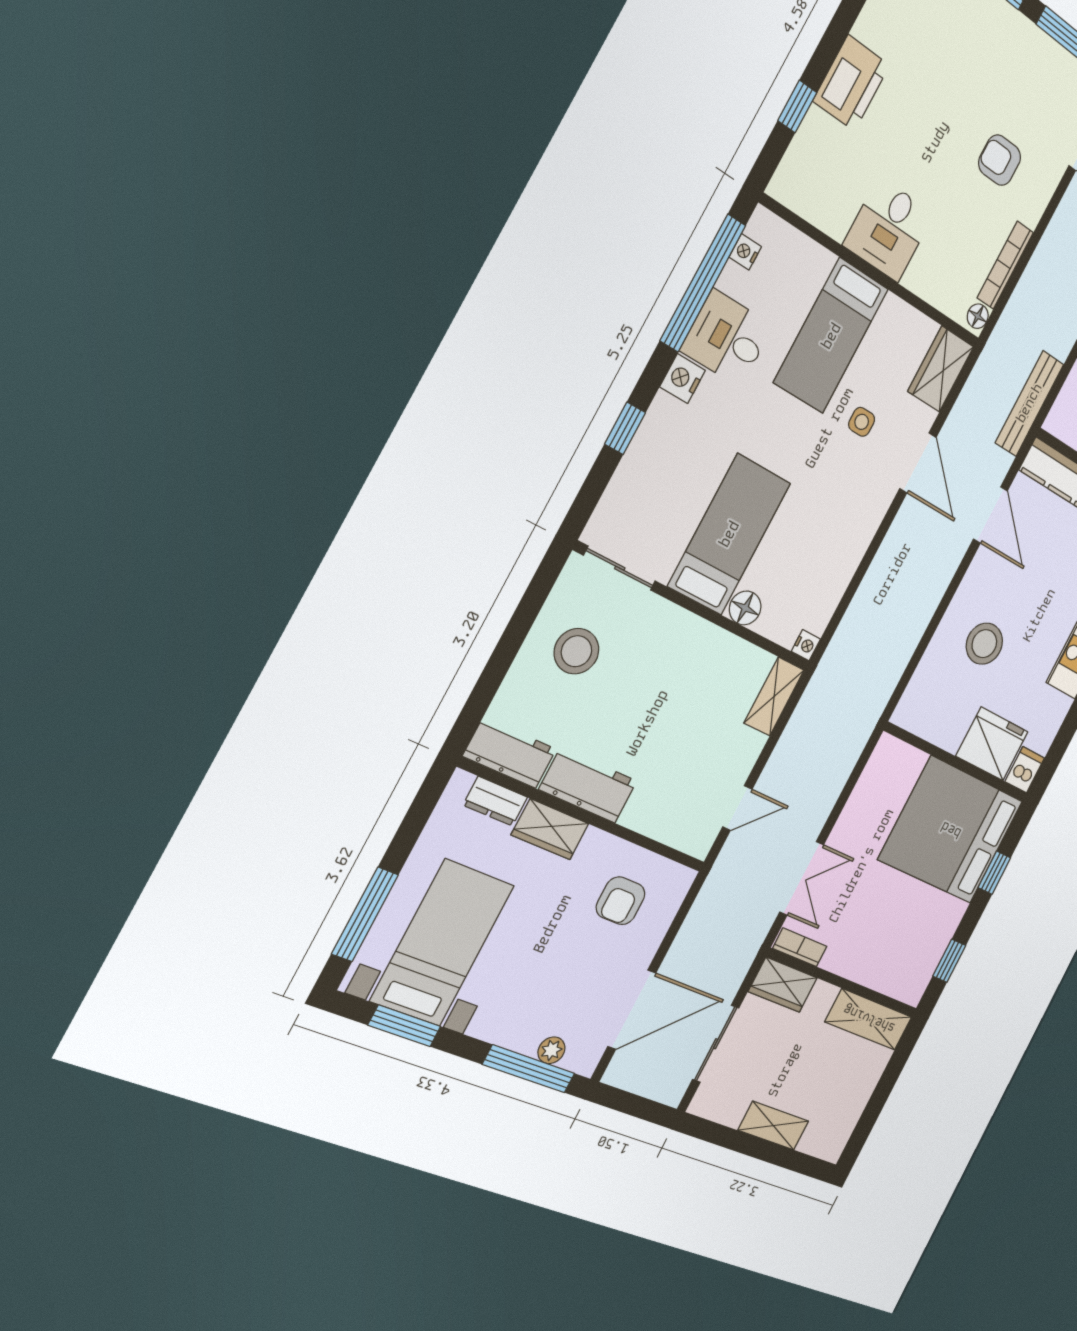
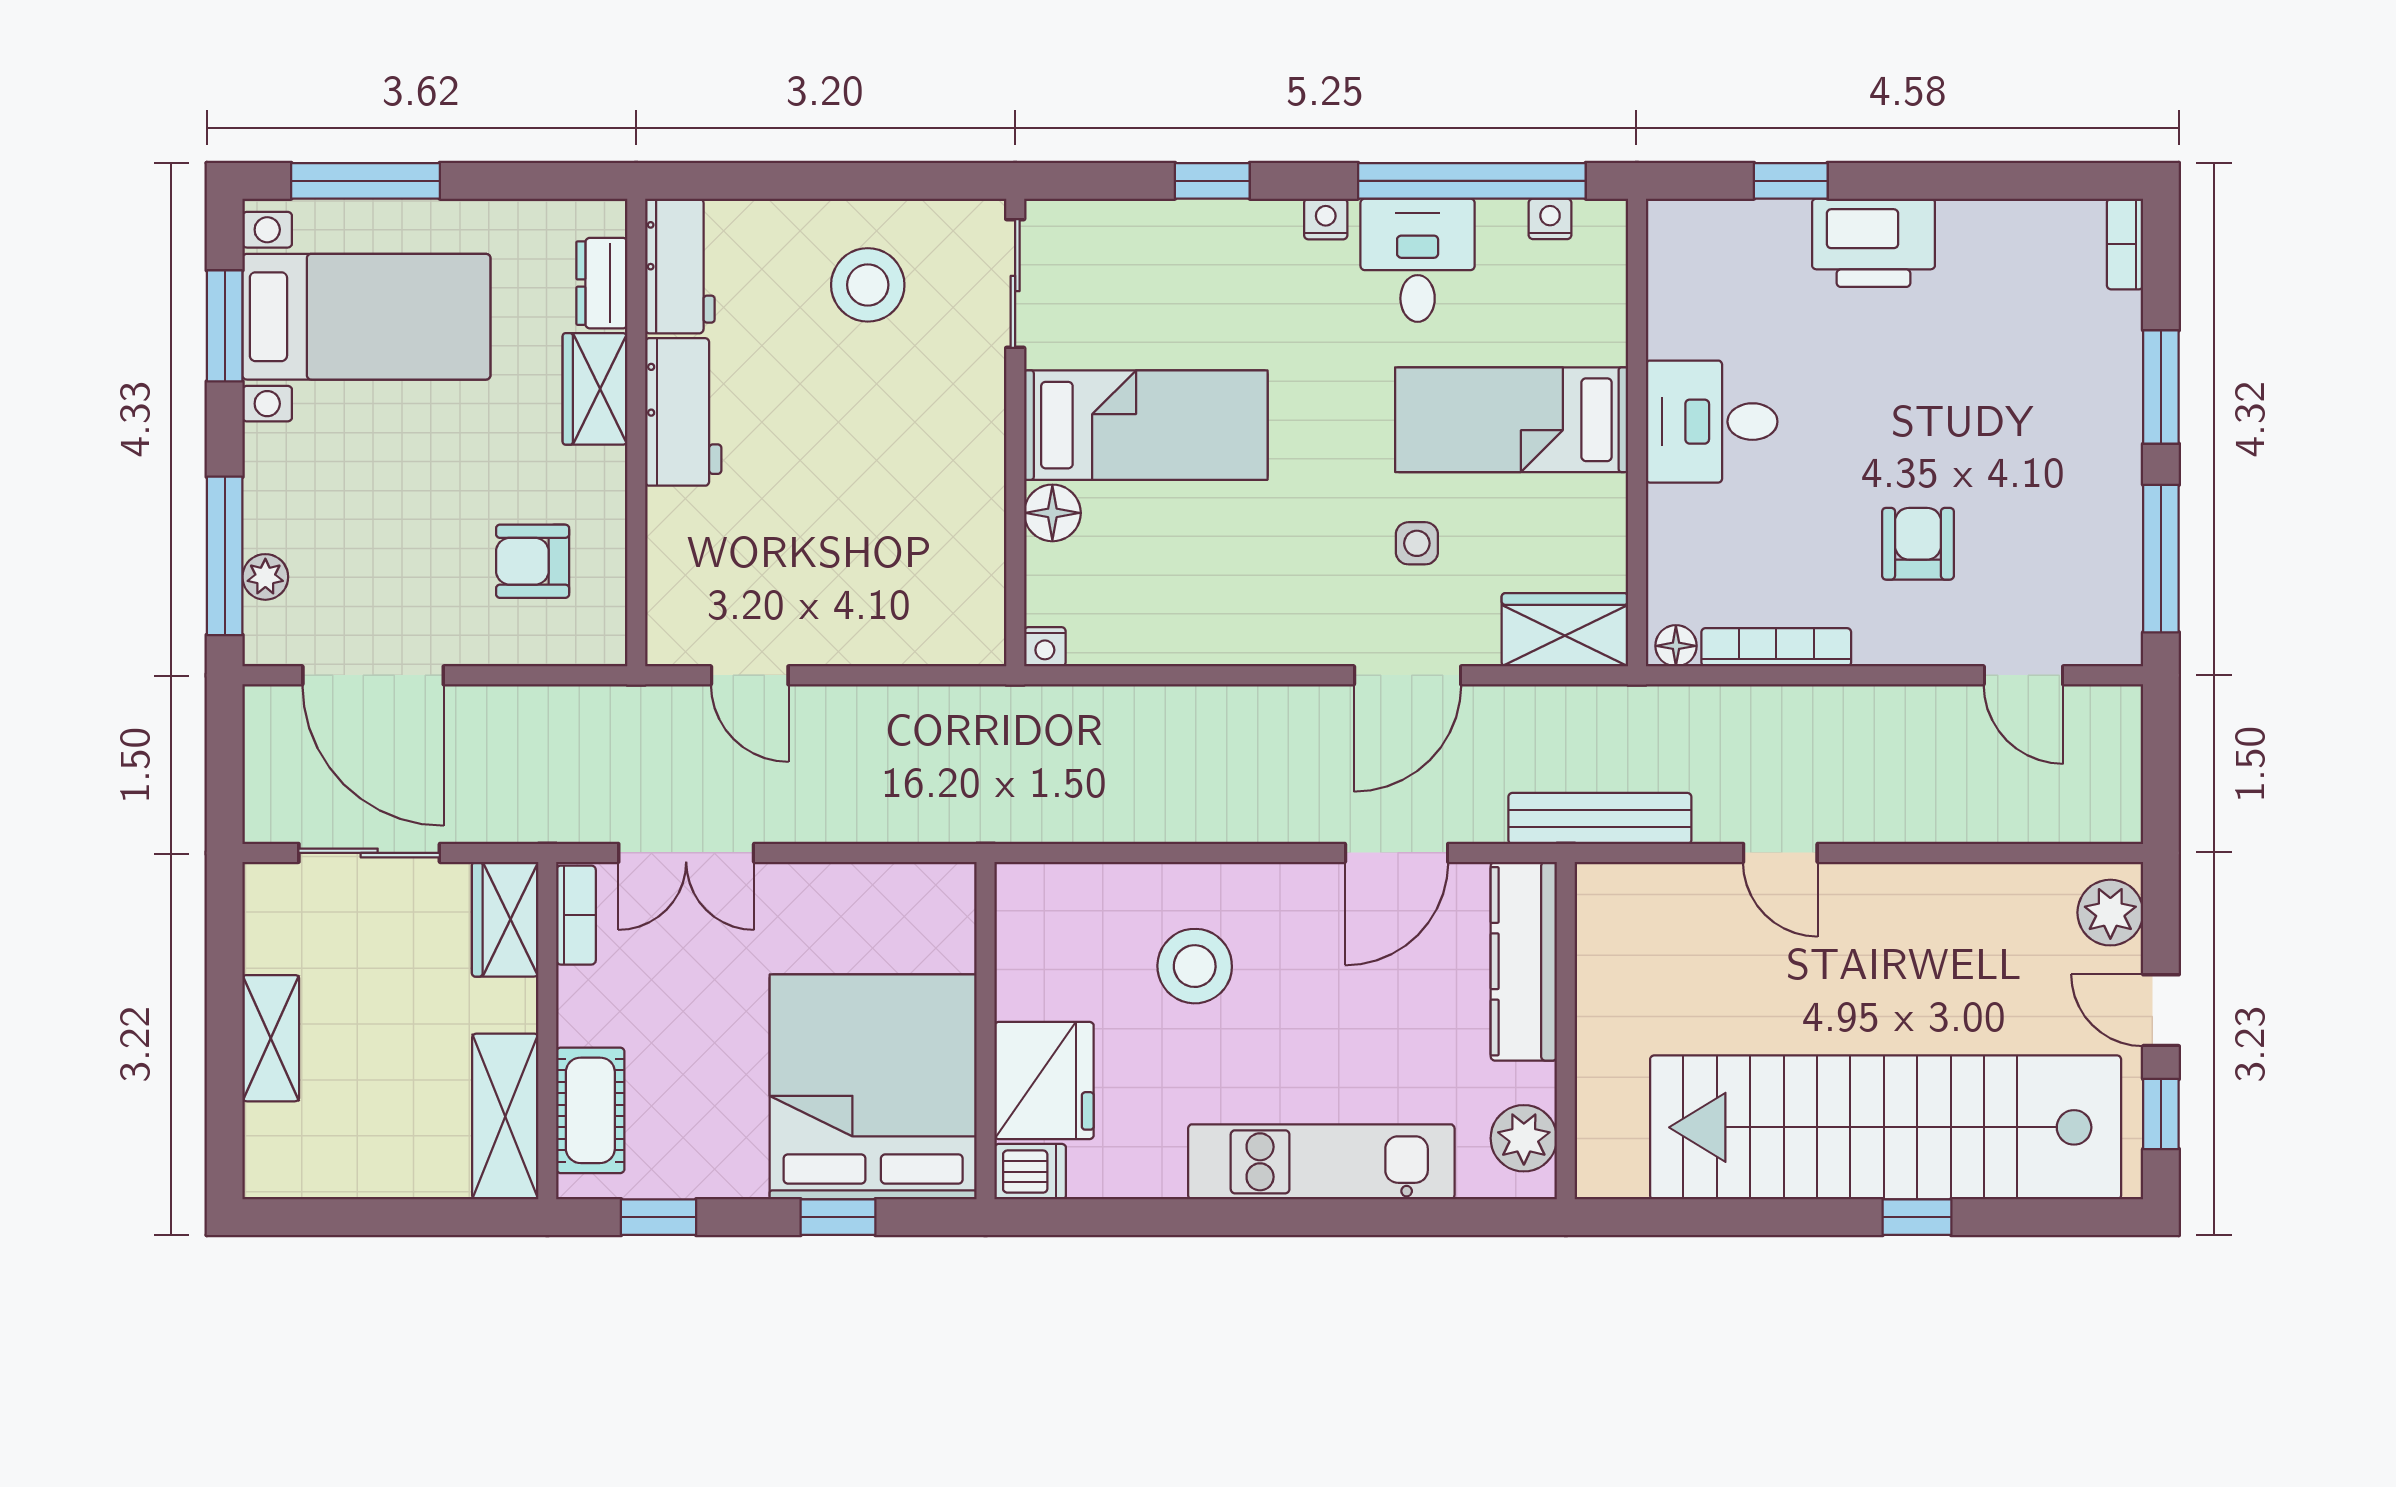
nightstand: (683, 379) -> (1326, 219), width x0.72, depth x0.74
shelving: (774, 697) -> (944, 638), removed
cot: (888, 976) -> (590, 1110), added

